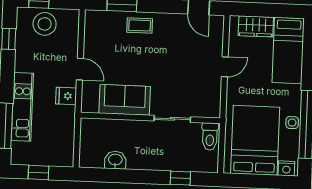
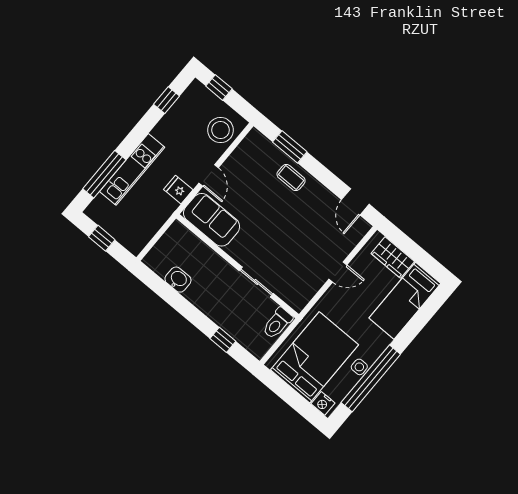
stool: (45, 24) -> (221, 130), moved
sofa: (125, 100) -> (212, 220), moved

